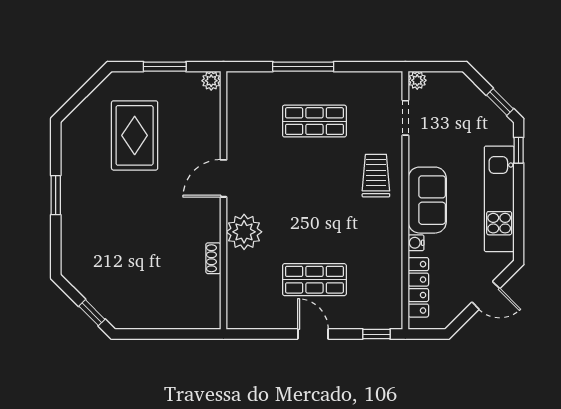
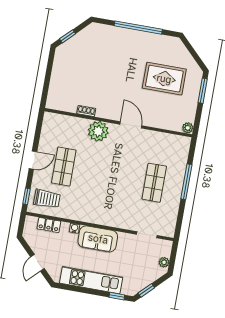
window: (165, 67) -> (203, 91), moved
plant: (417, 80) -> (164, 262), moved
trolley: (376, 176) -> (47, 199), moved
window: (56, 195) -> (138, 28), width x2.11
locker: (418, 287) -> (49, 225), width x0.66

